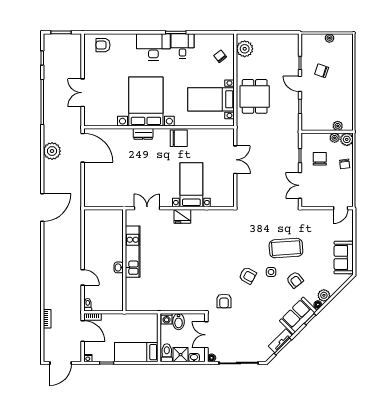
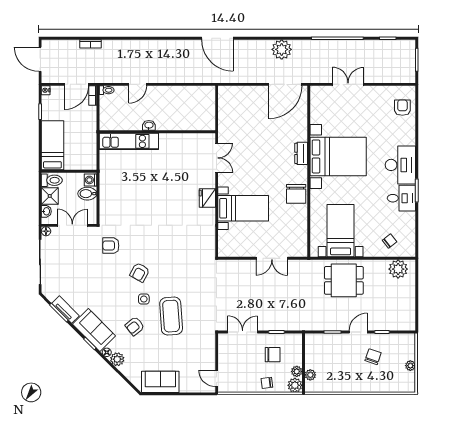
kitchen unit: (133, 252) -> (129, 141), moved

